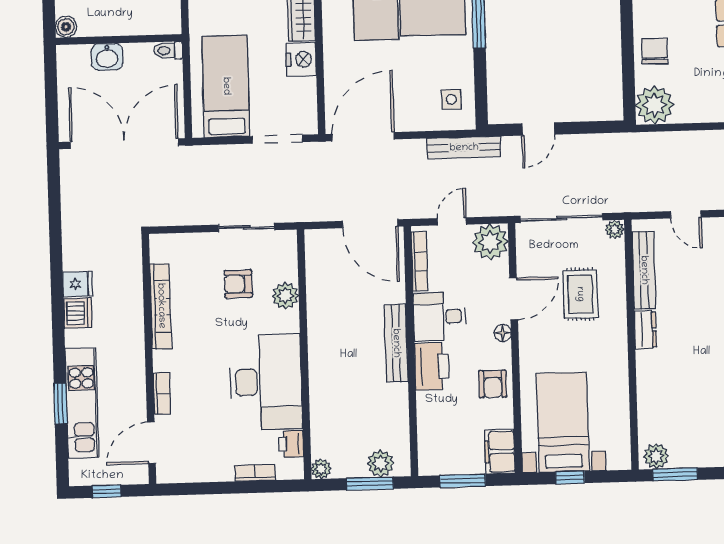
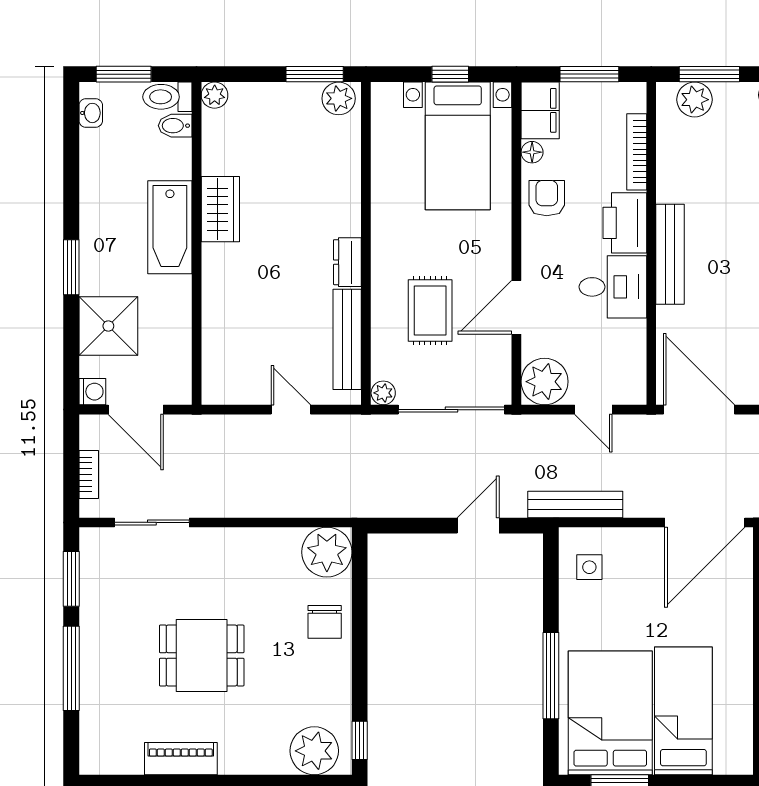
door: (452, 221) -> (593, 410), hinge flipped
bookcase: (419, 262) -> (637, 152), moved
floor lamp: (503, 333) -> (532, 152), moved

